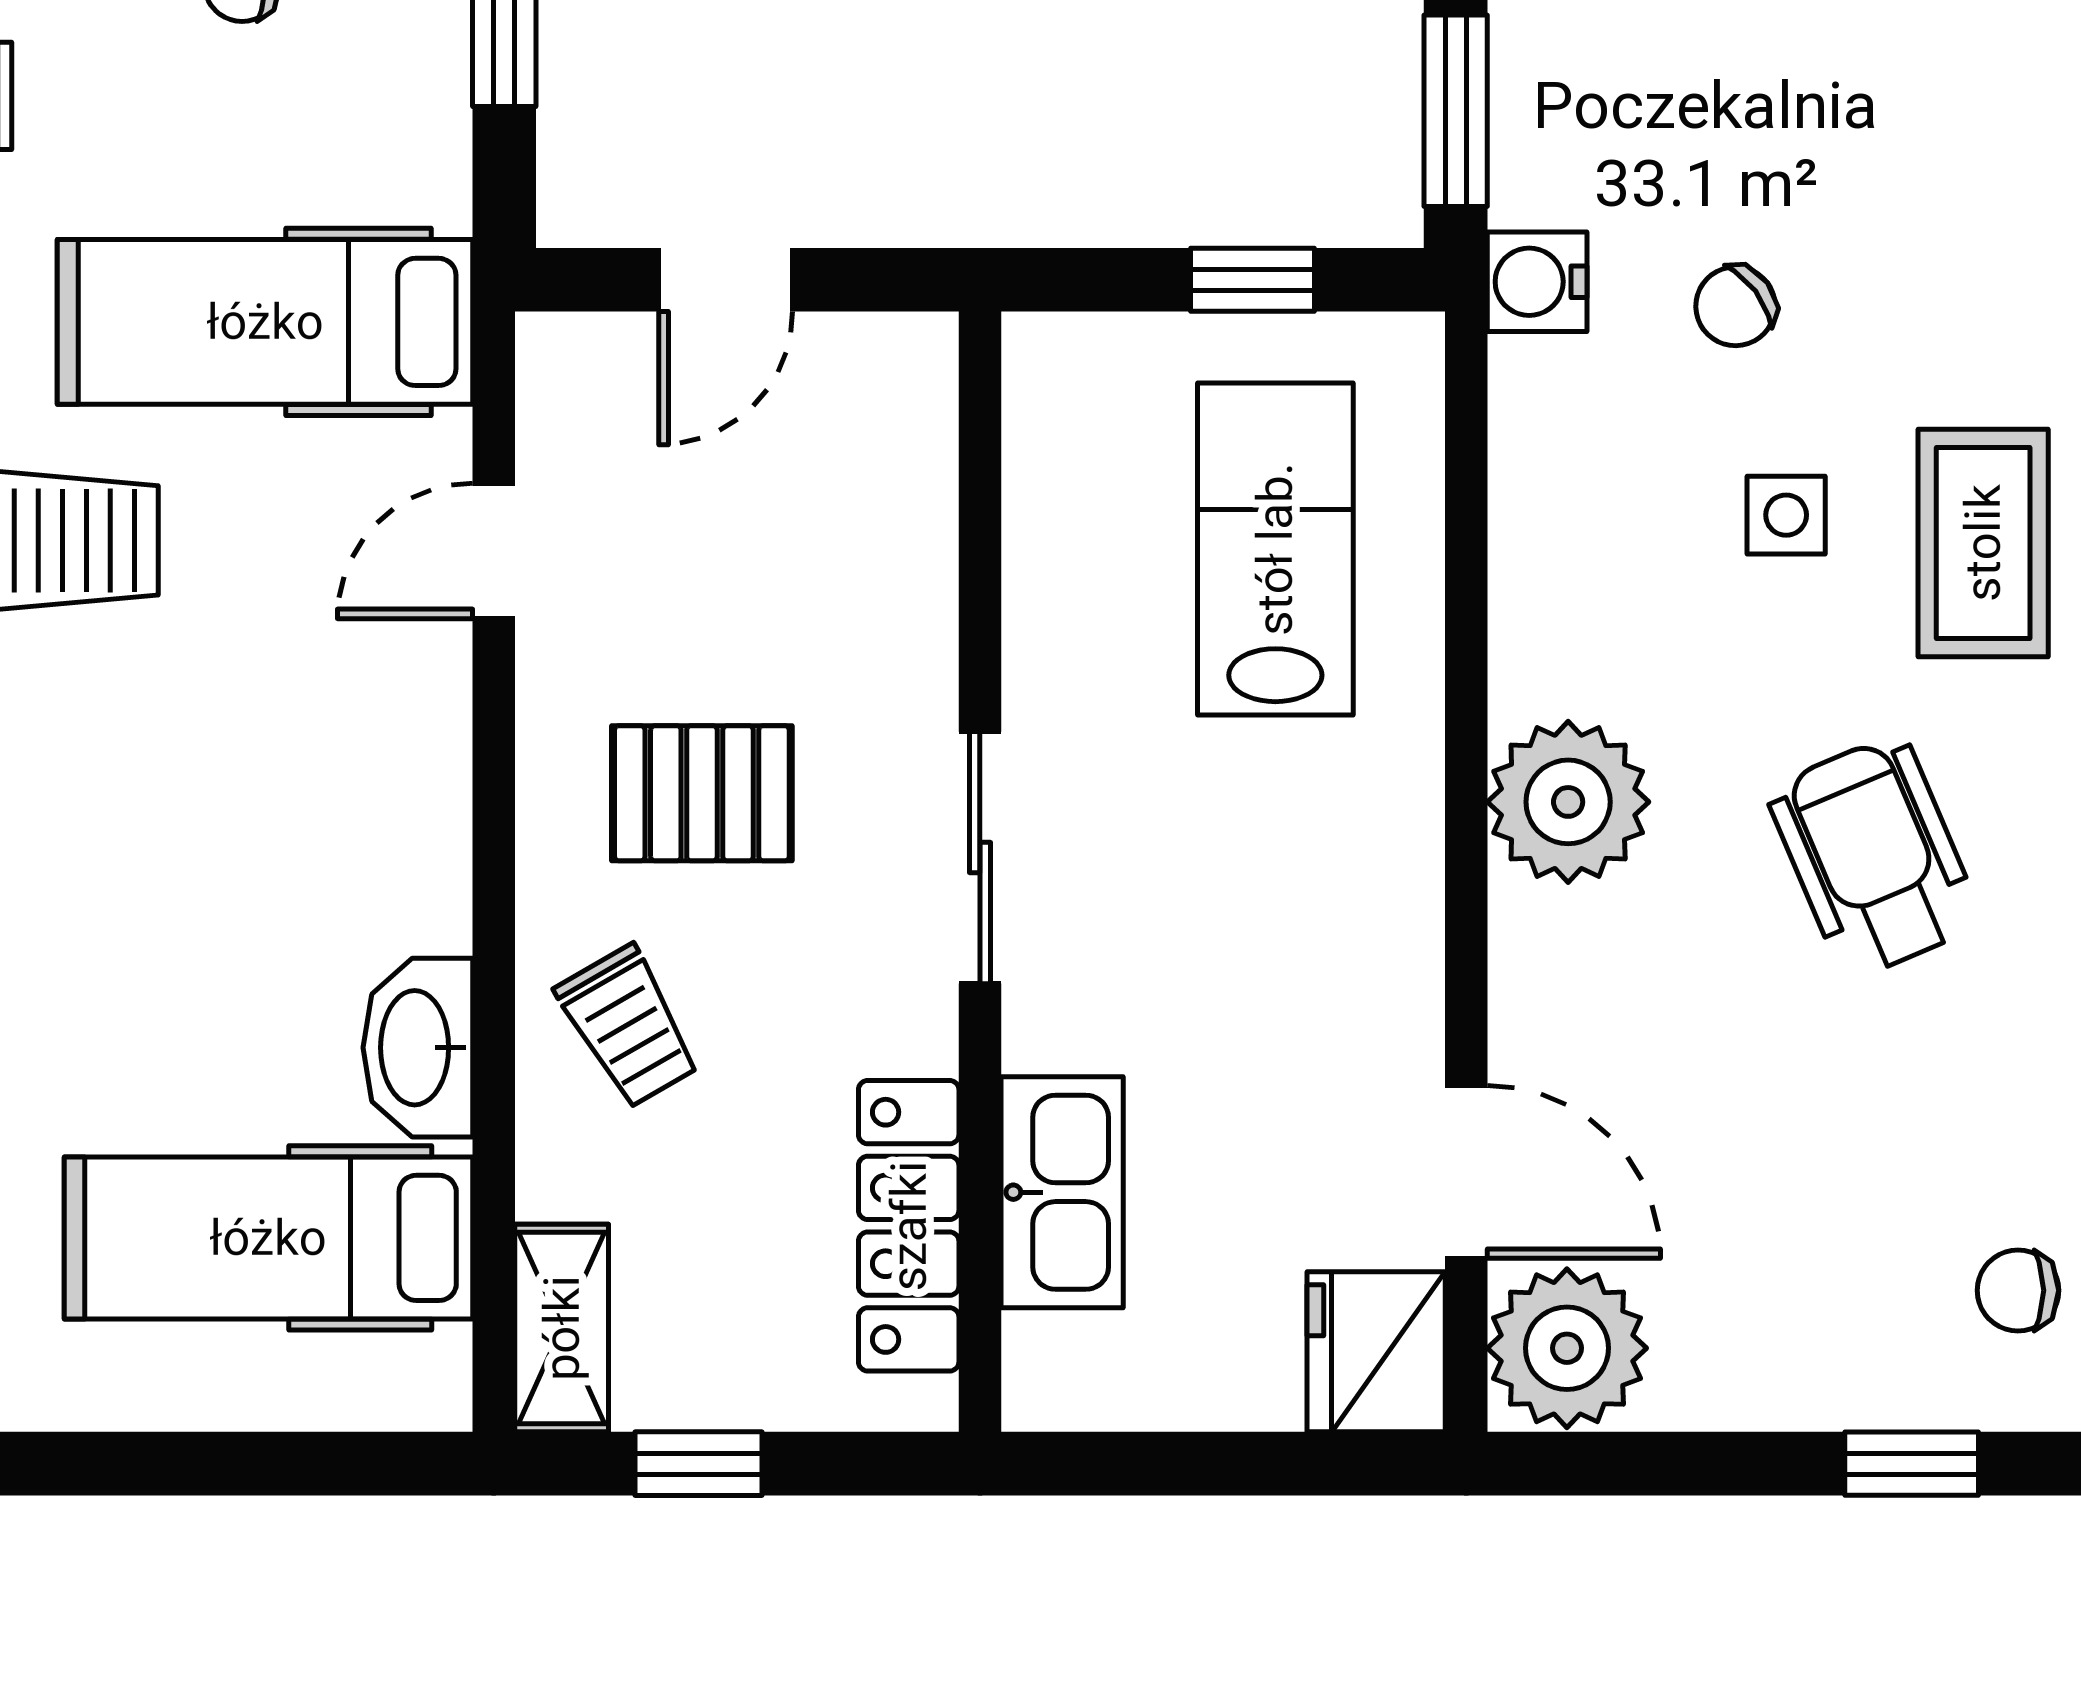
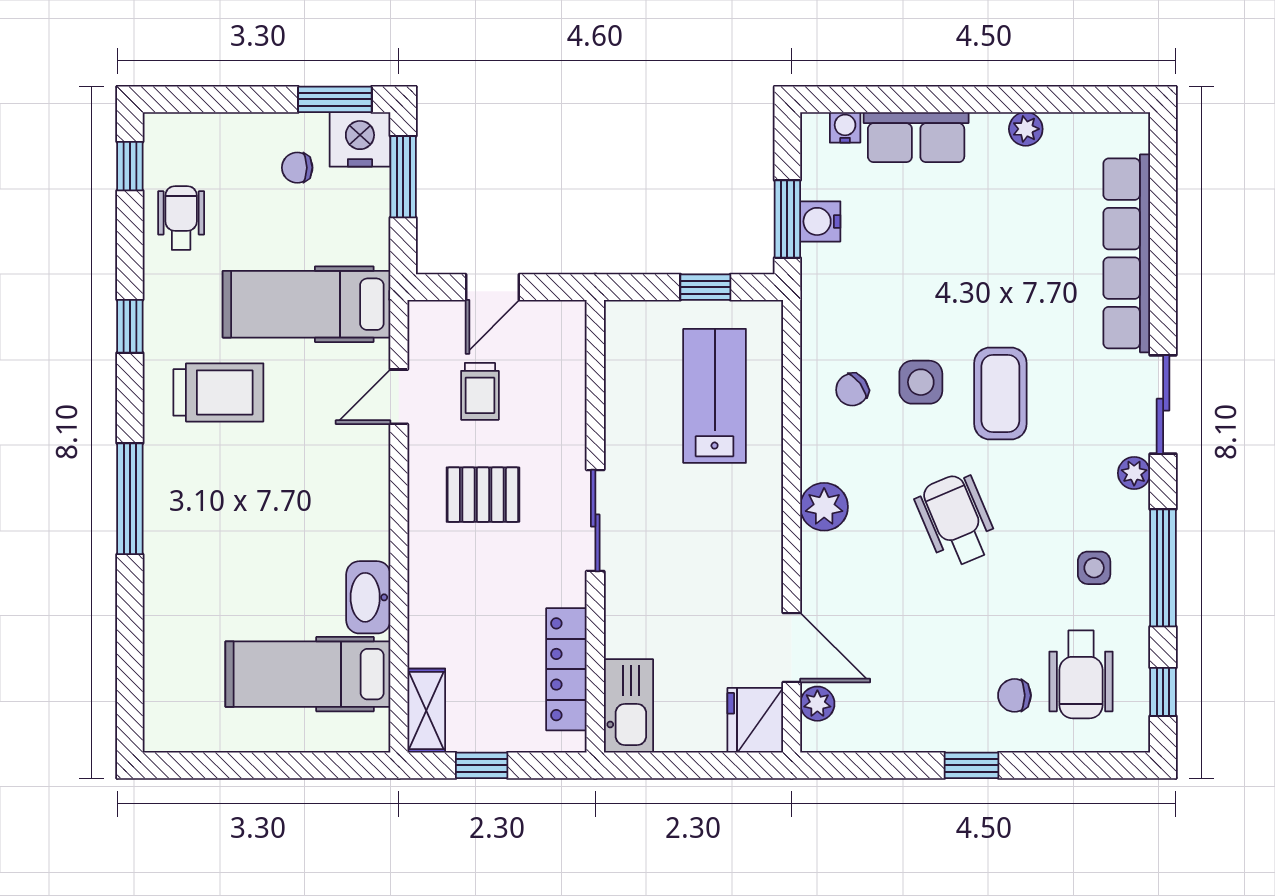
water cooler: (1537, 282) -> (820, 221), moved
chair: (1735, 306) -> (852, 390), moved
side table: (1786, 515) -> (921, 382), width x1.37, depth x1.37
plant: (1568, 802) -> (824, 507), width x0.73, depth x0.73
trolley: (628, 1027) -> (480, 391), moved, turned 30
kitchen sink: (1062, 1192) -> (628, 706), moved
plant: (1567, 1348) -> (817, 704), width x0.53, depth x0.53

